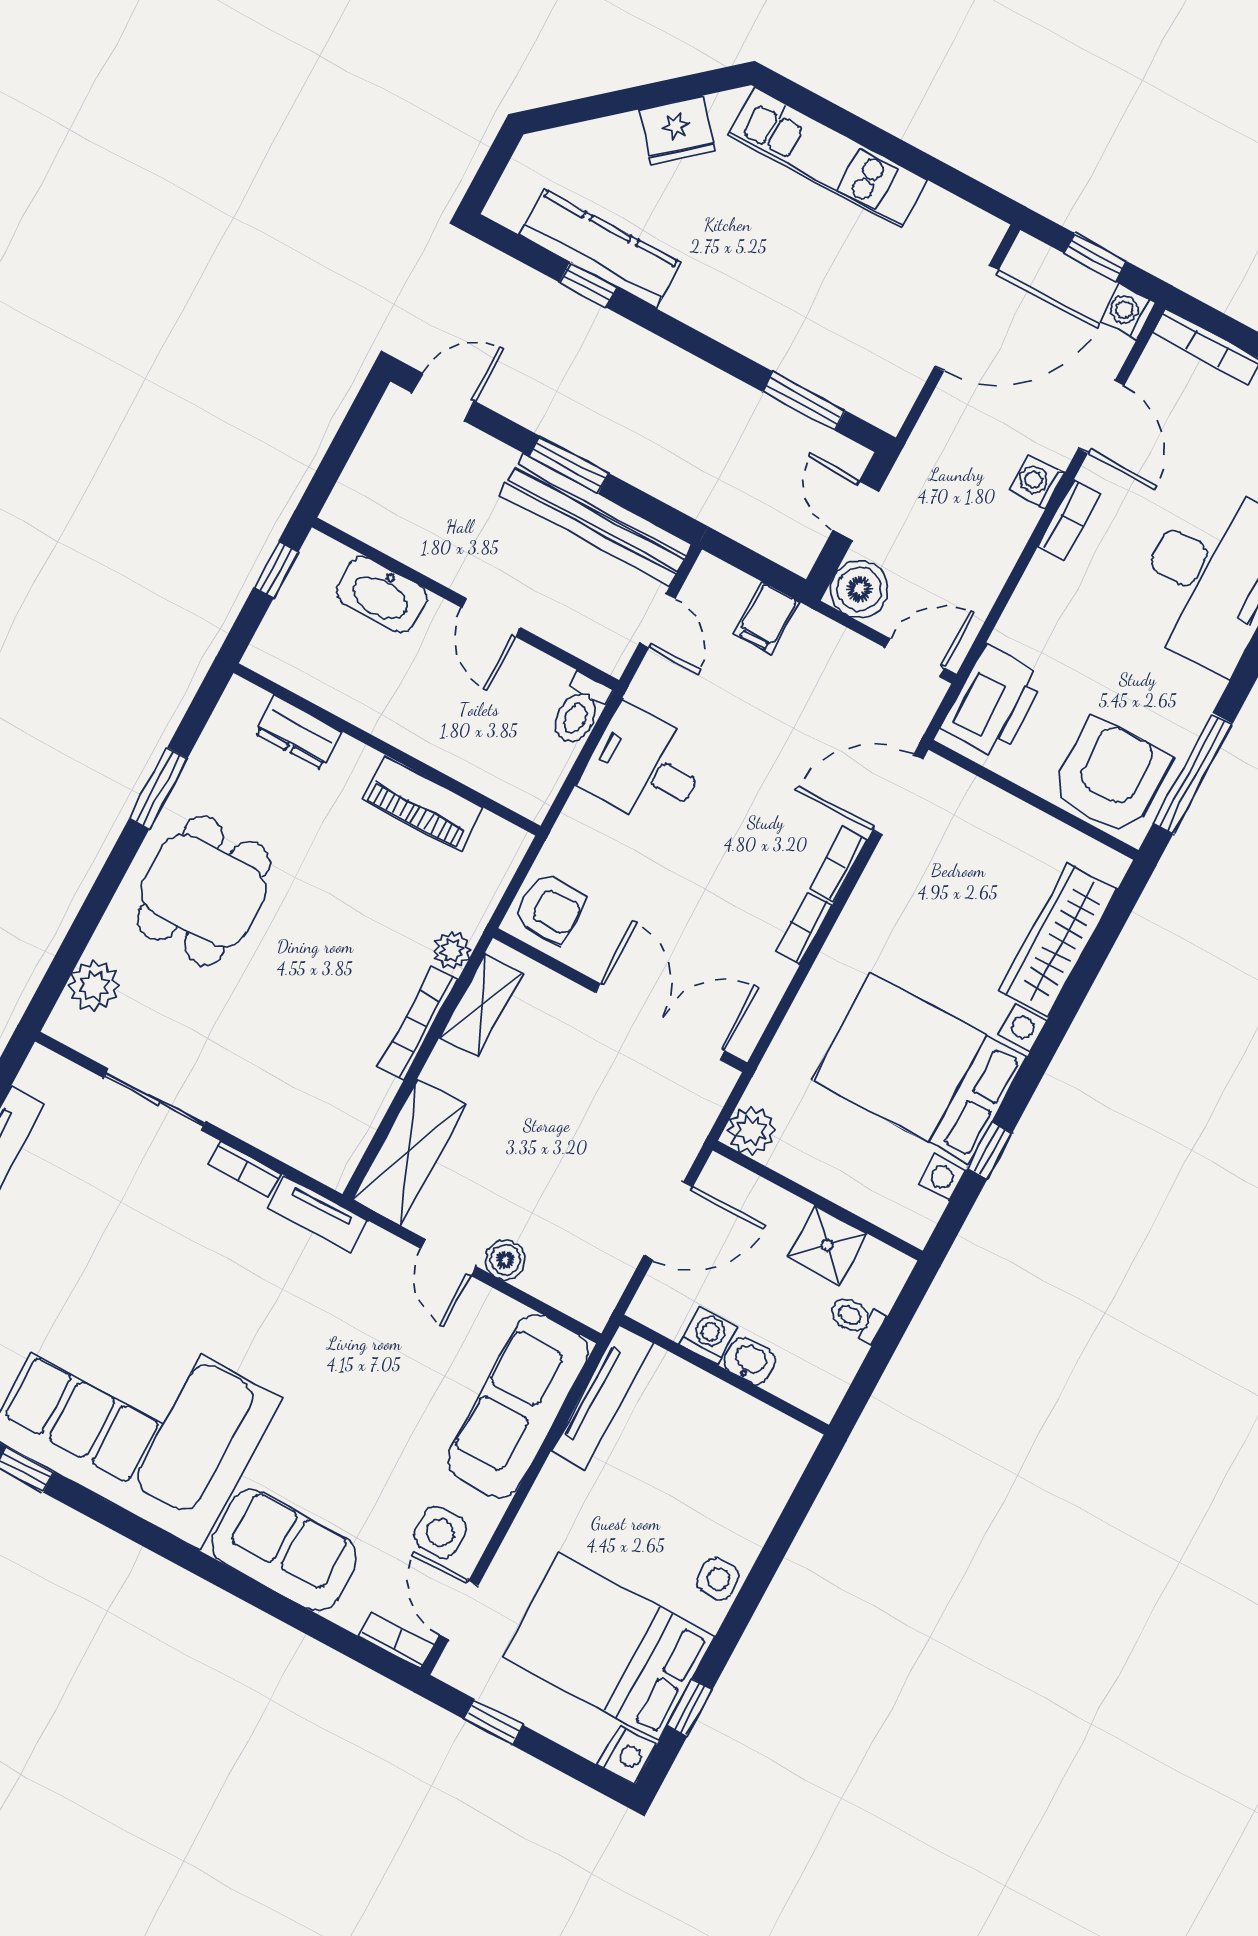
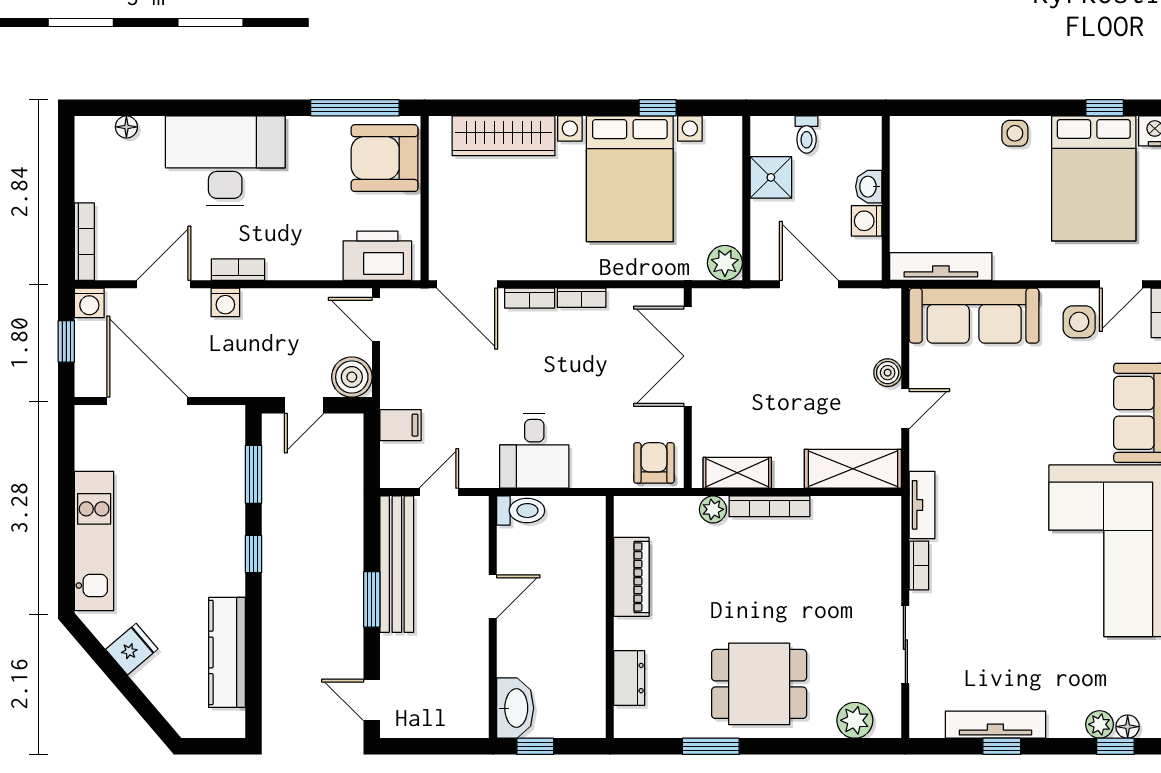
fridge: (677, 130) -> (132, 649), width x0.72
window: (588, 285) -> (253, 554), moved
washbasin: (382, 595) -> (515, 708), moved

